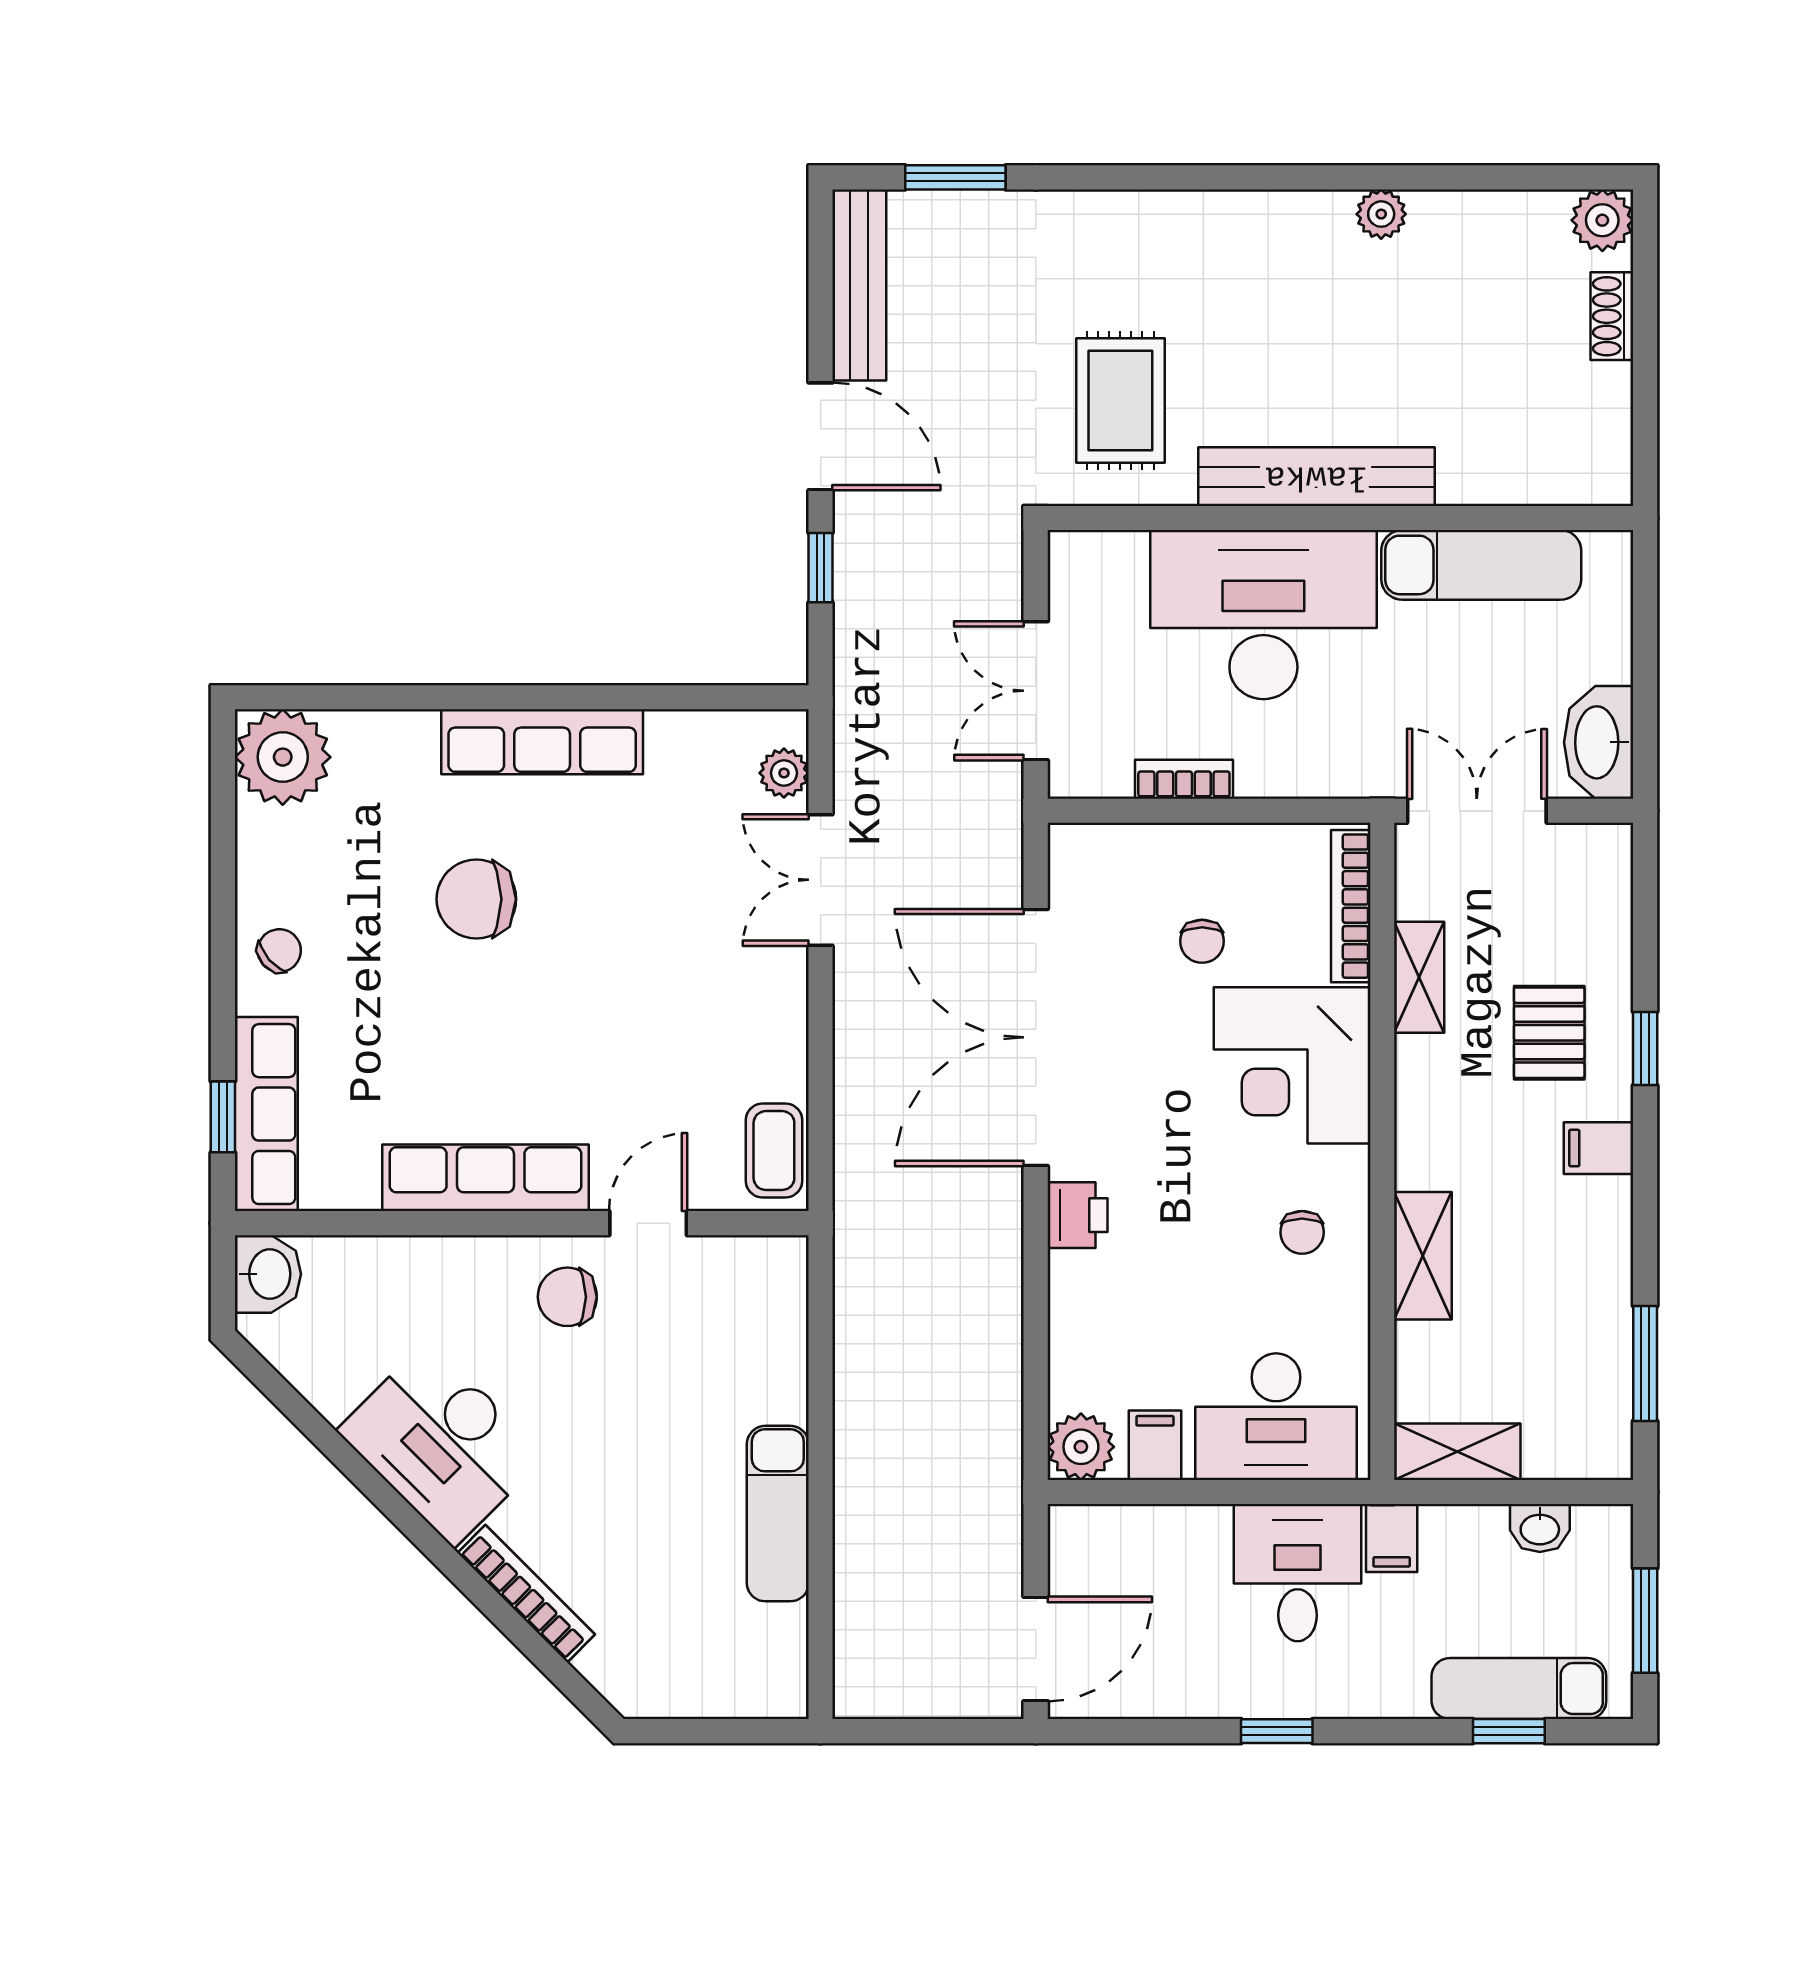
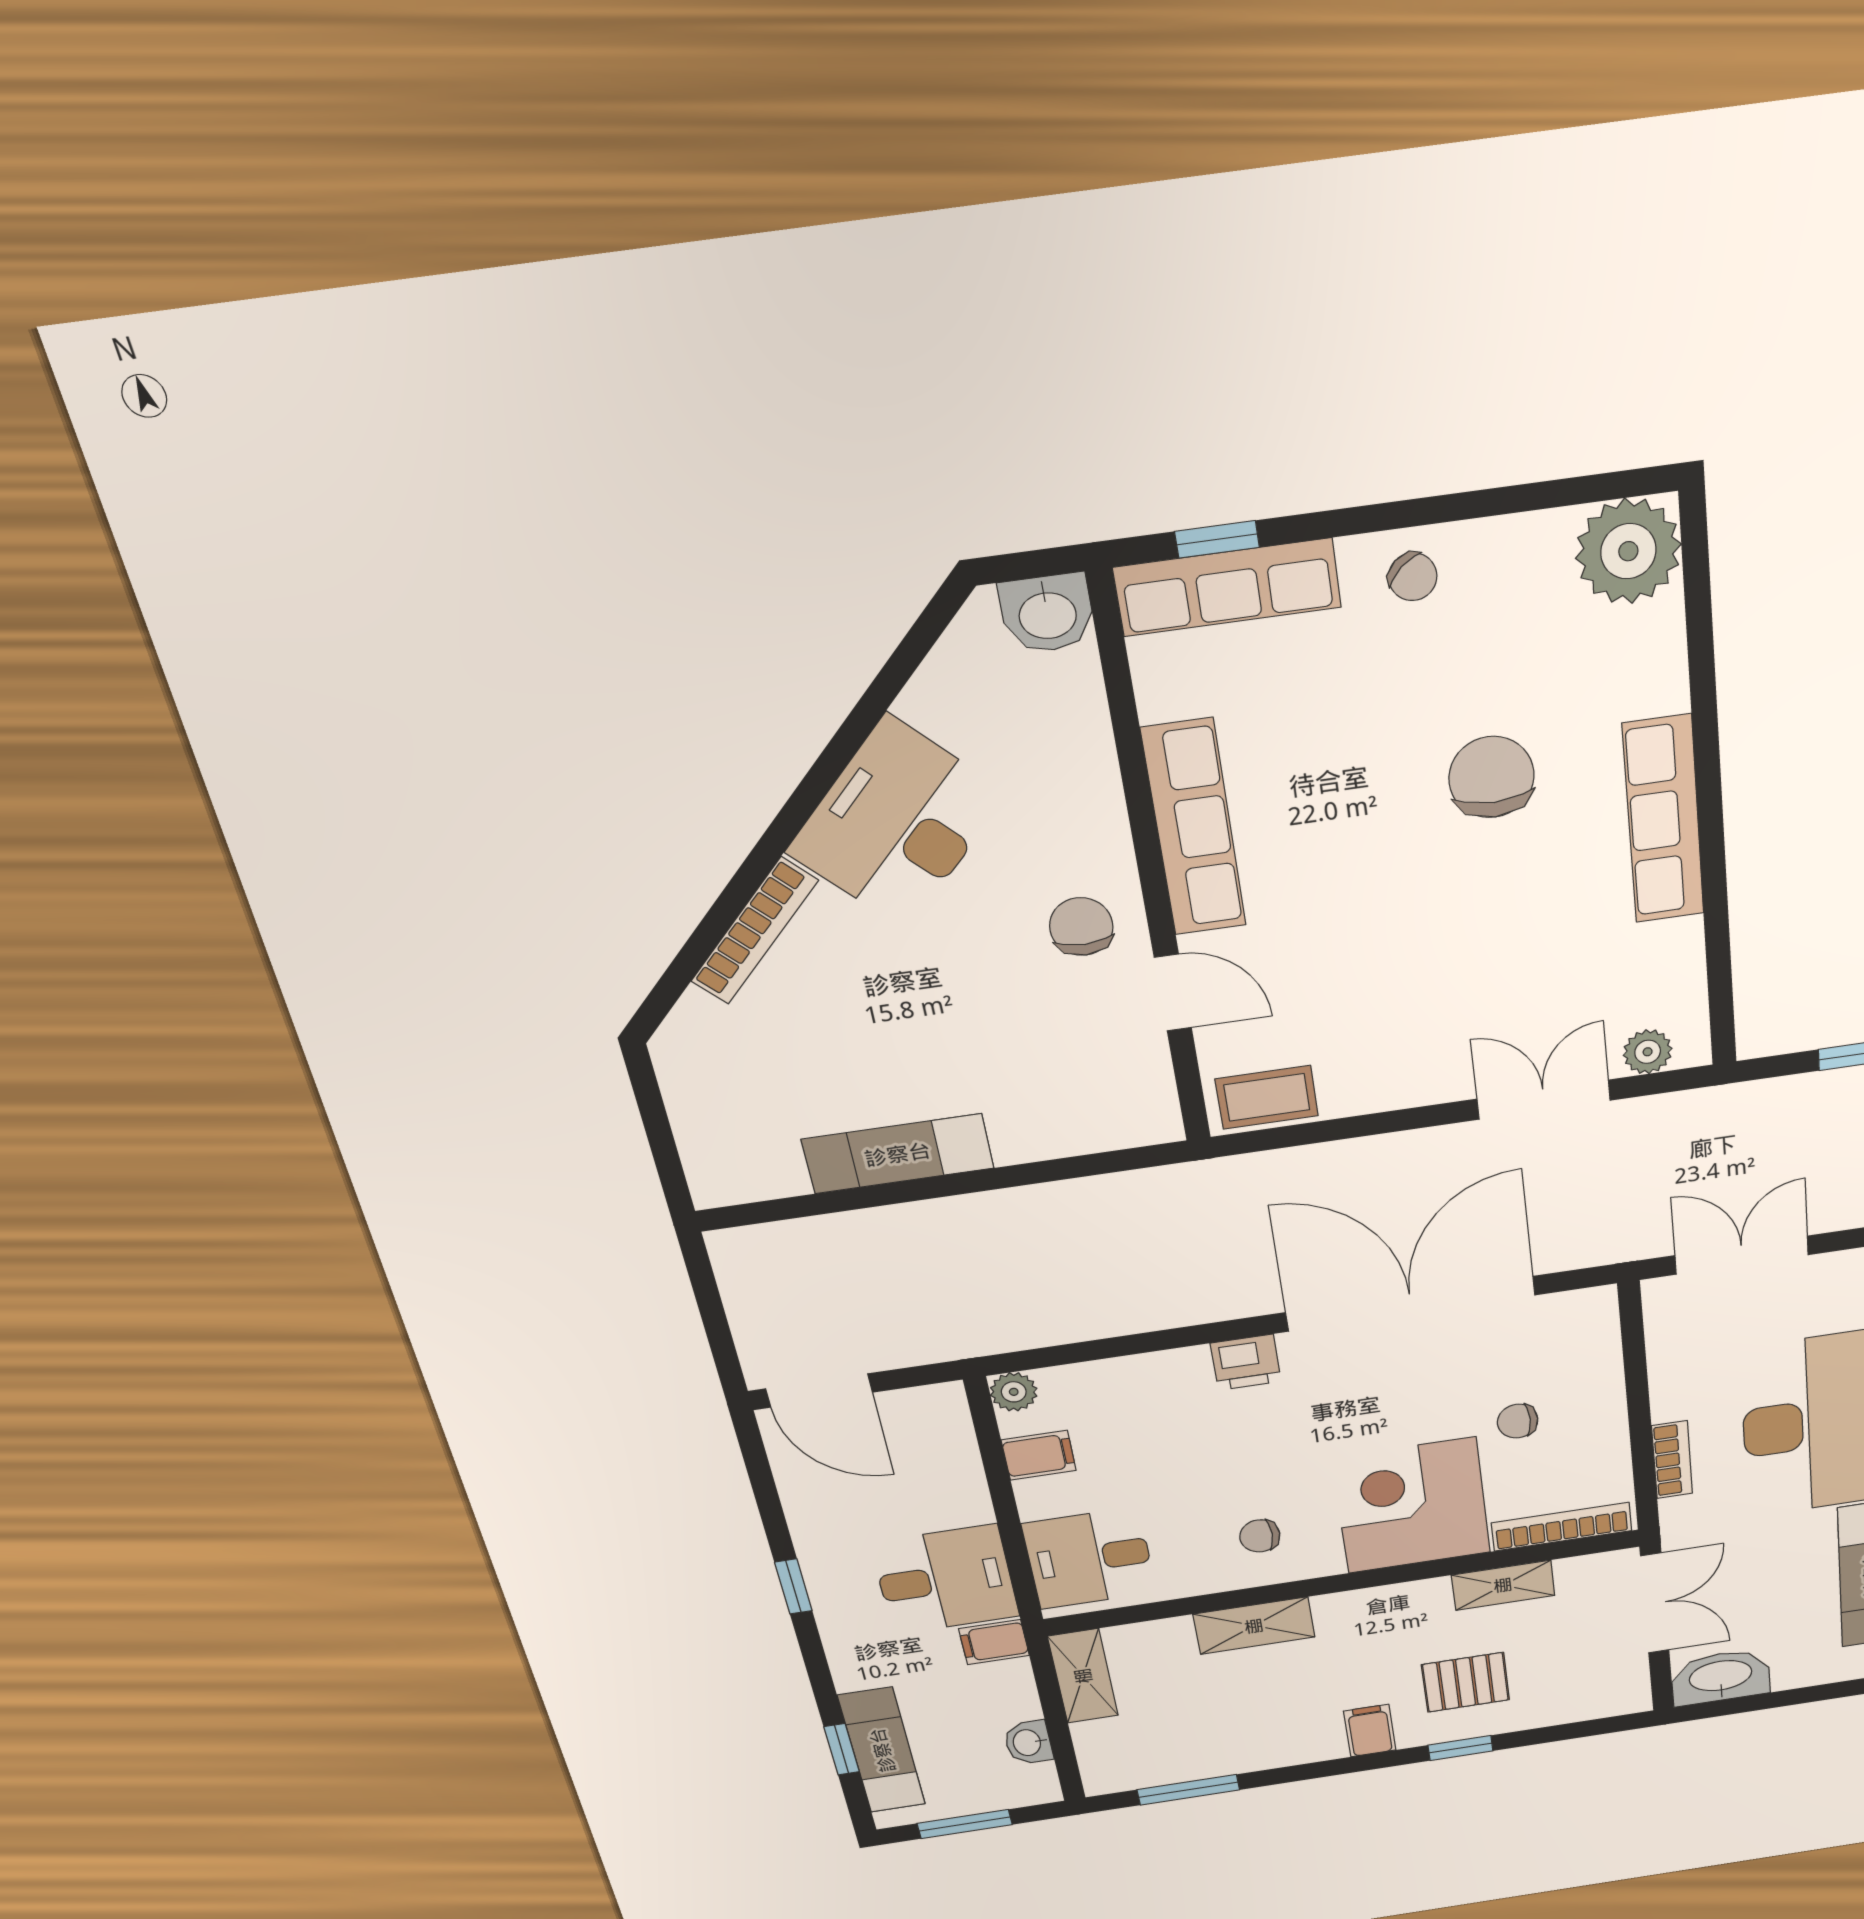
bookcase: (1184, 779) -> (1672, 1460), moved
desk: (1276, 1417) -> (1089, 1558), width x0.73
plant: (1081, 1447) -> (1014, 1392), width x0.73, depth x0.73

